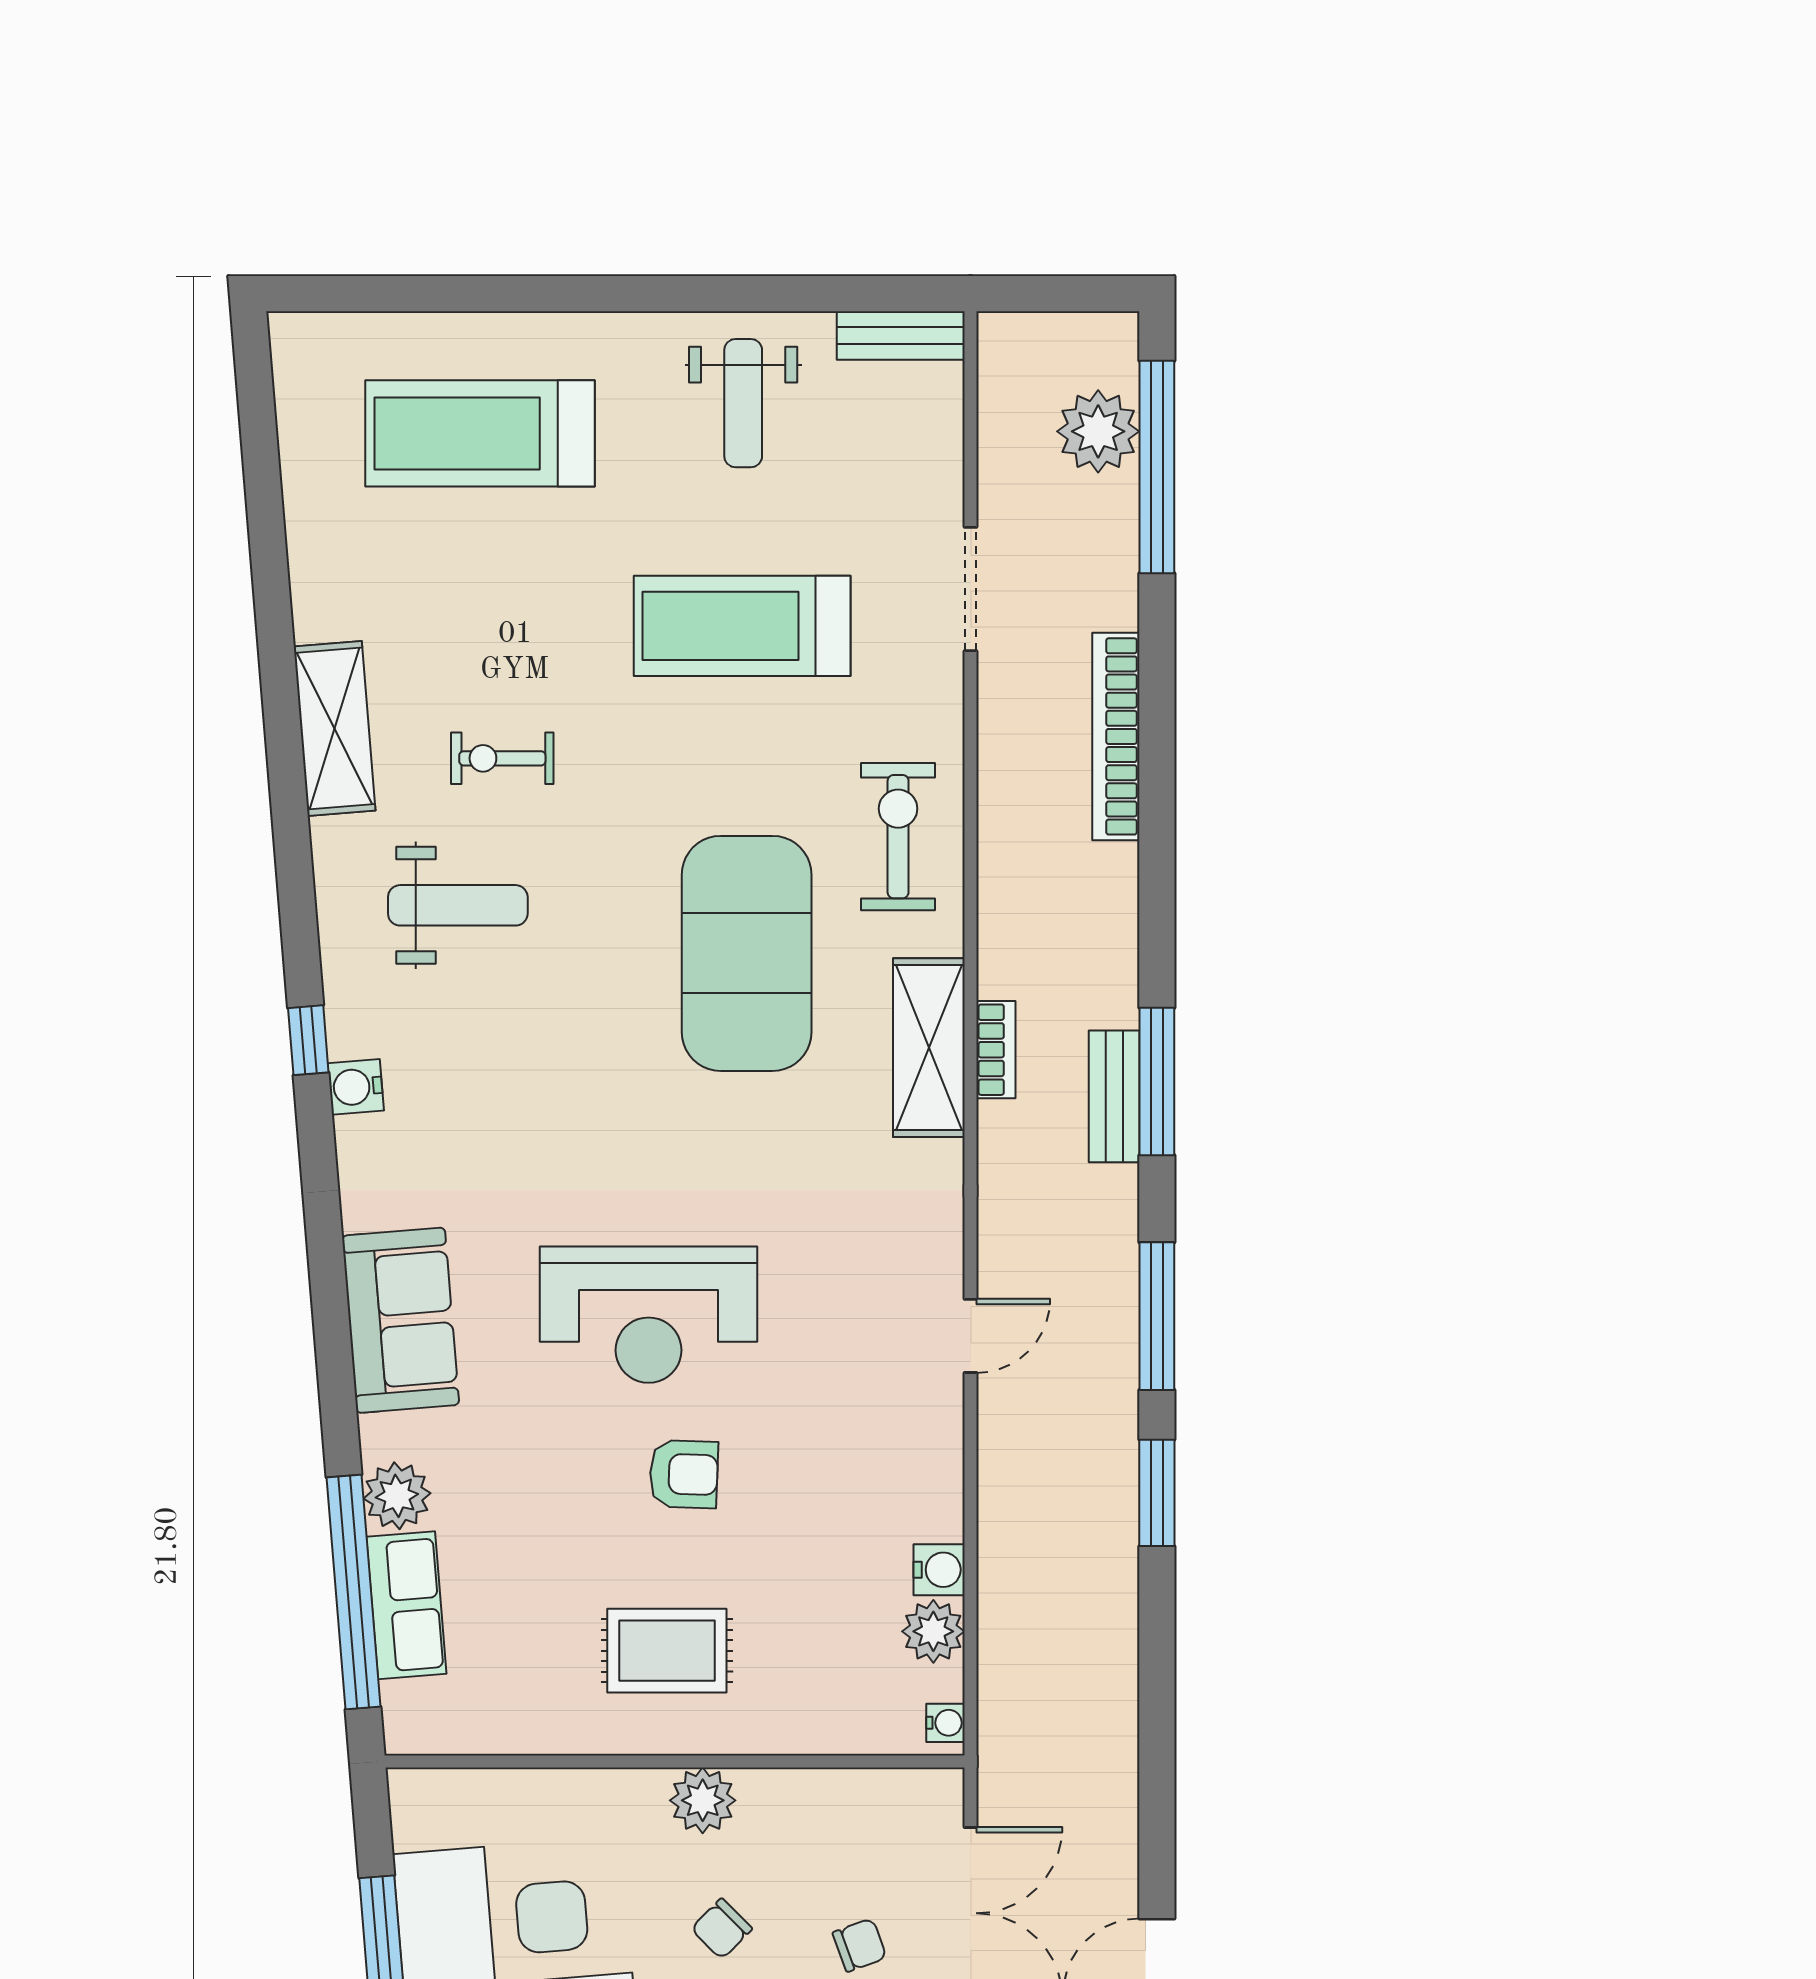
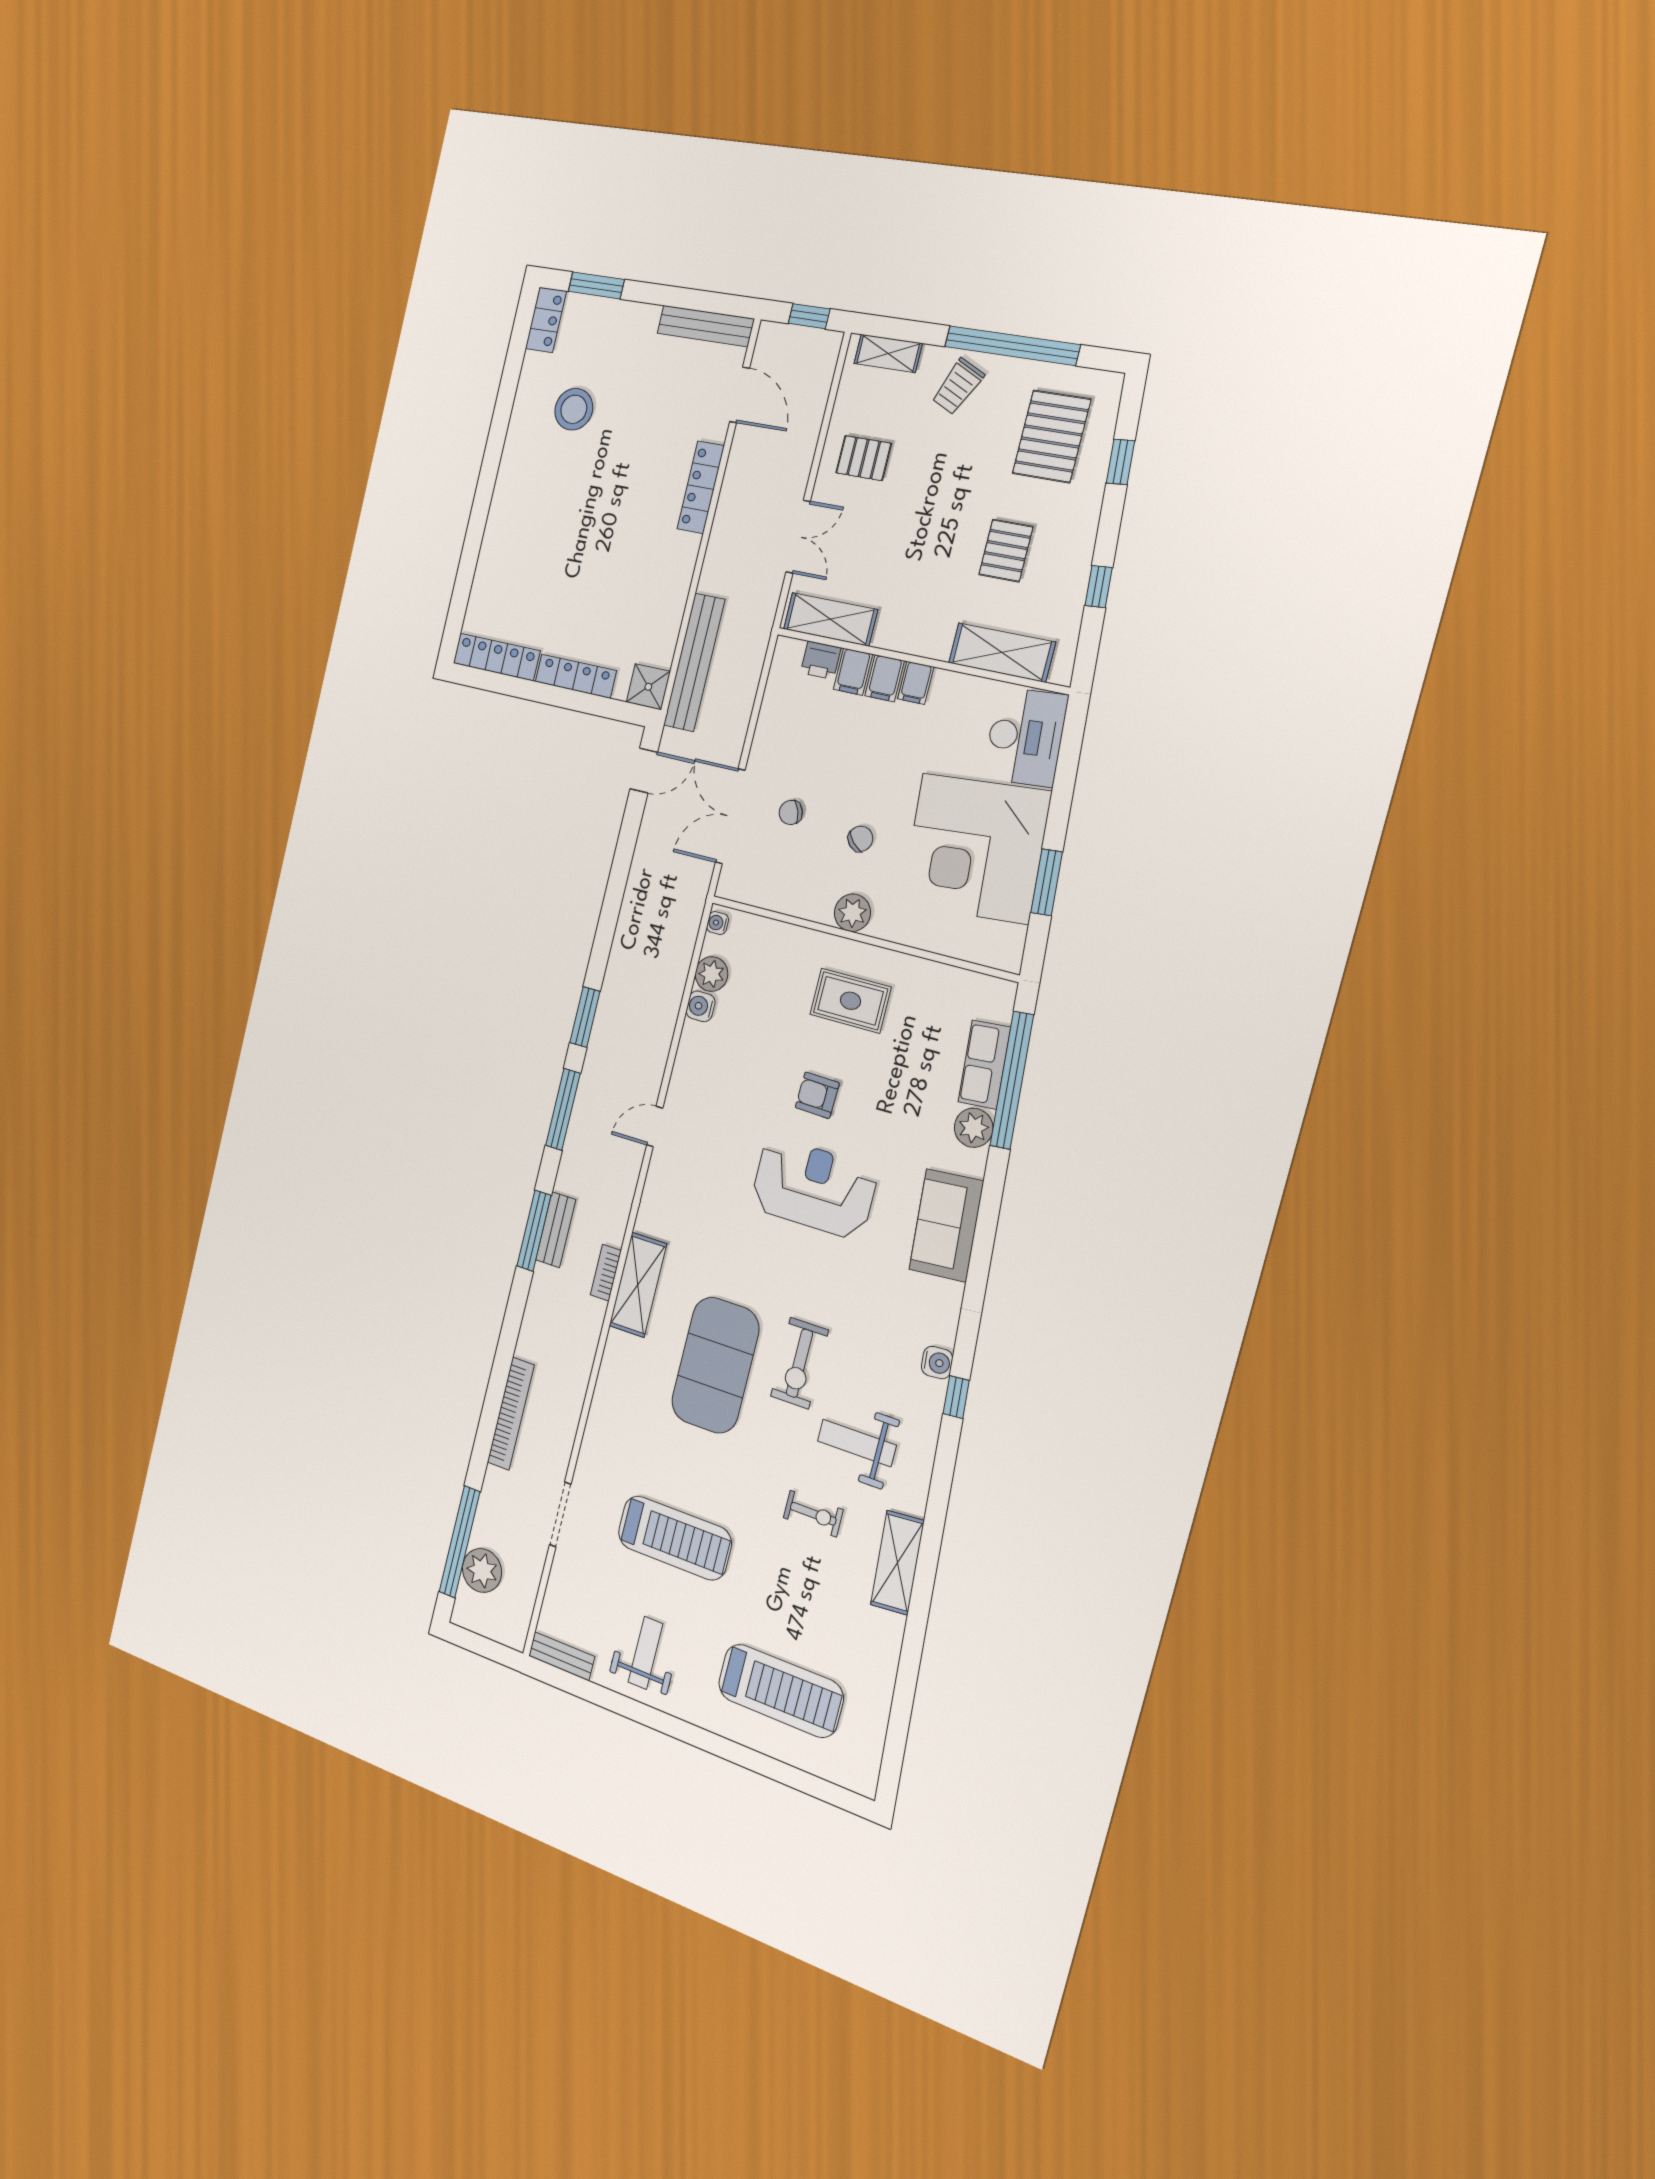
exercise bike: (898, 837) -> (799, 1363), moved

